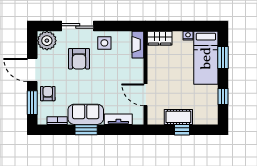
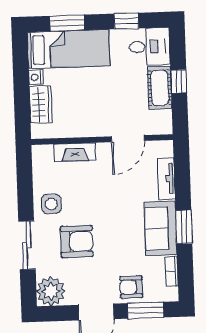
wardrobe: (160, 38) -> (41, 105), moved
fireplace: (138, 45) -> (75, 152), moved
desk: (206, 111) -> (150, 47), added

